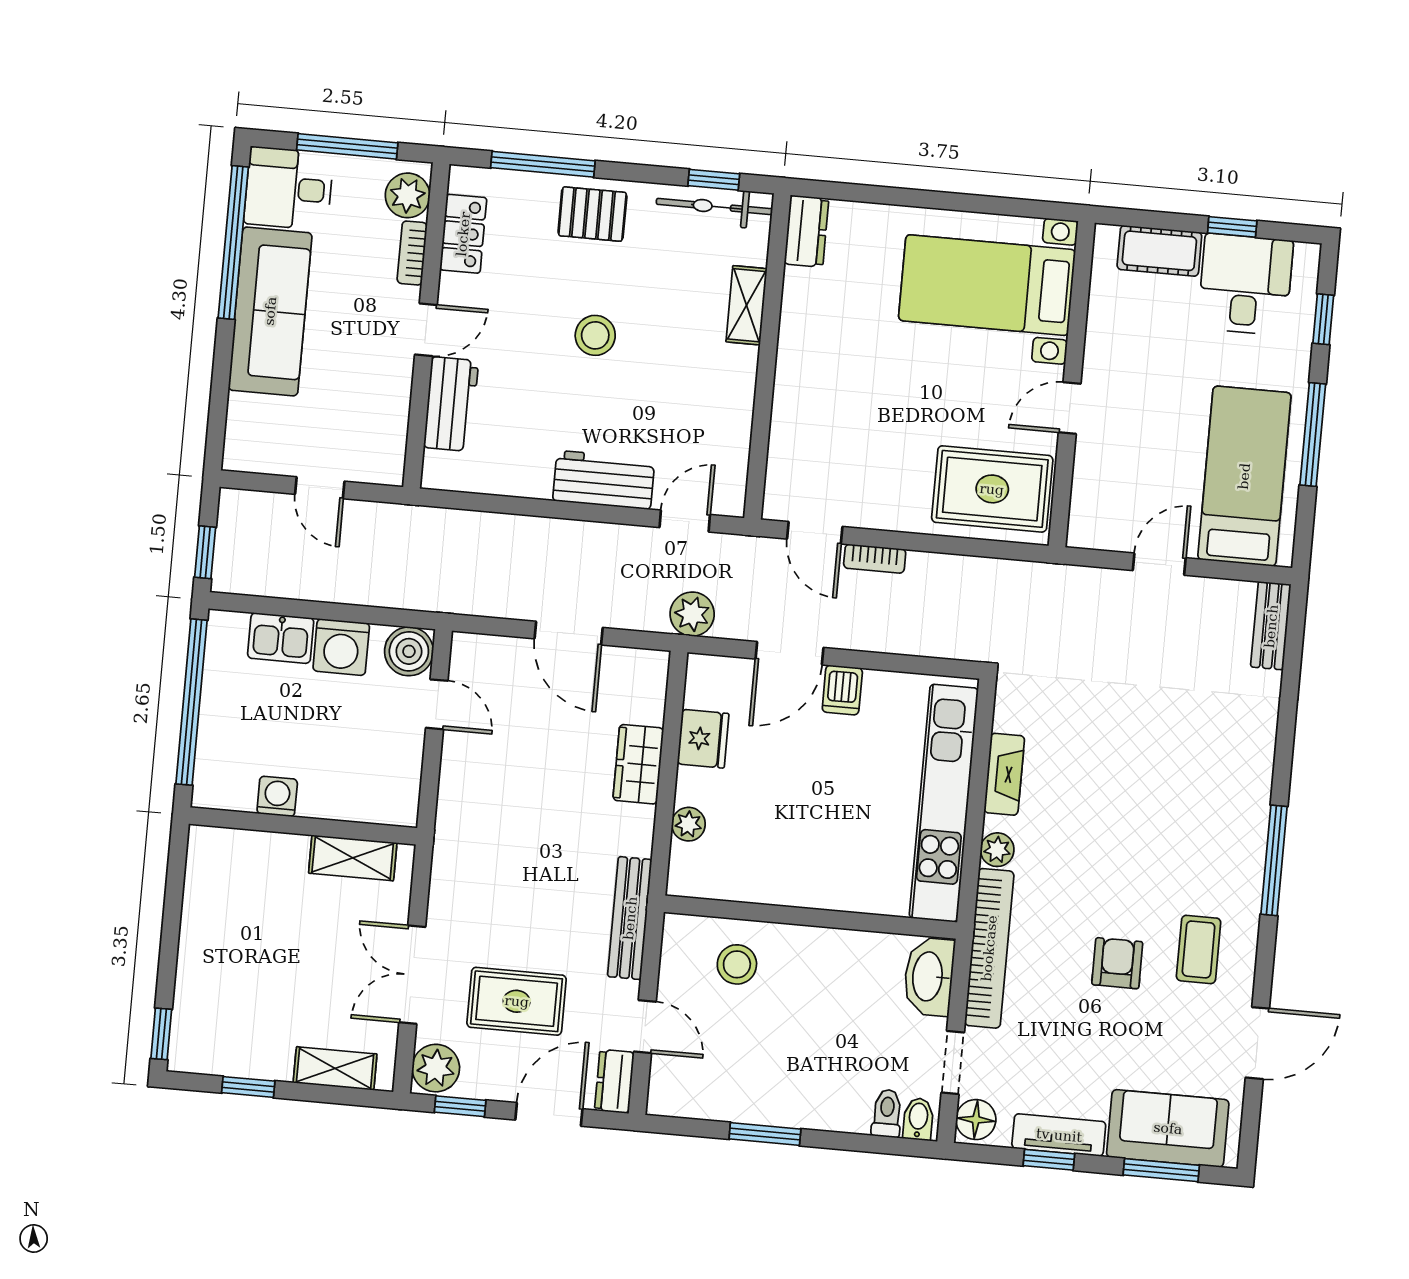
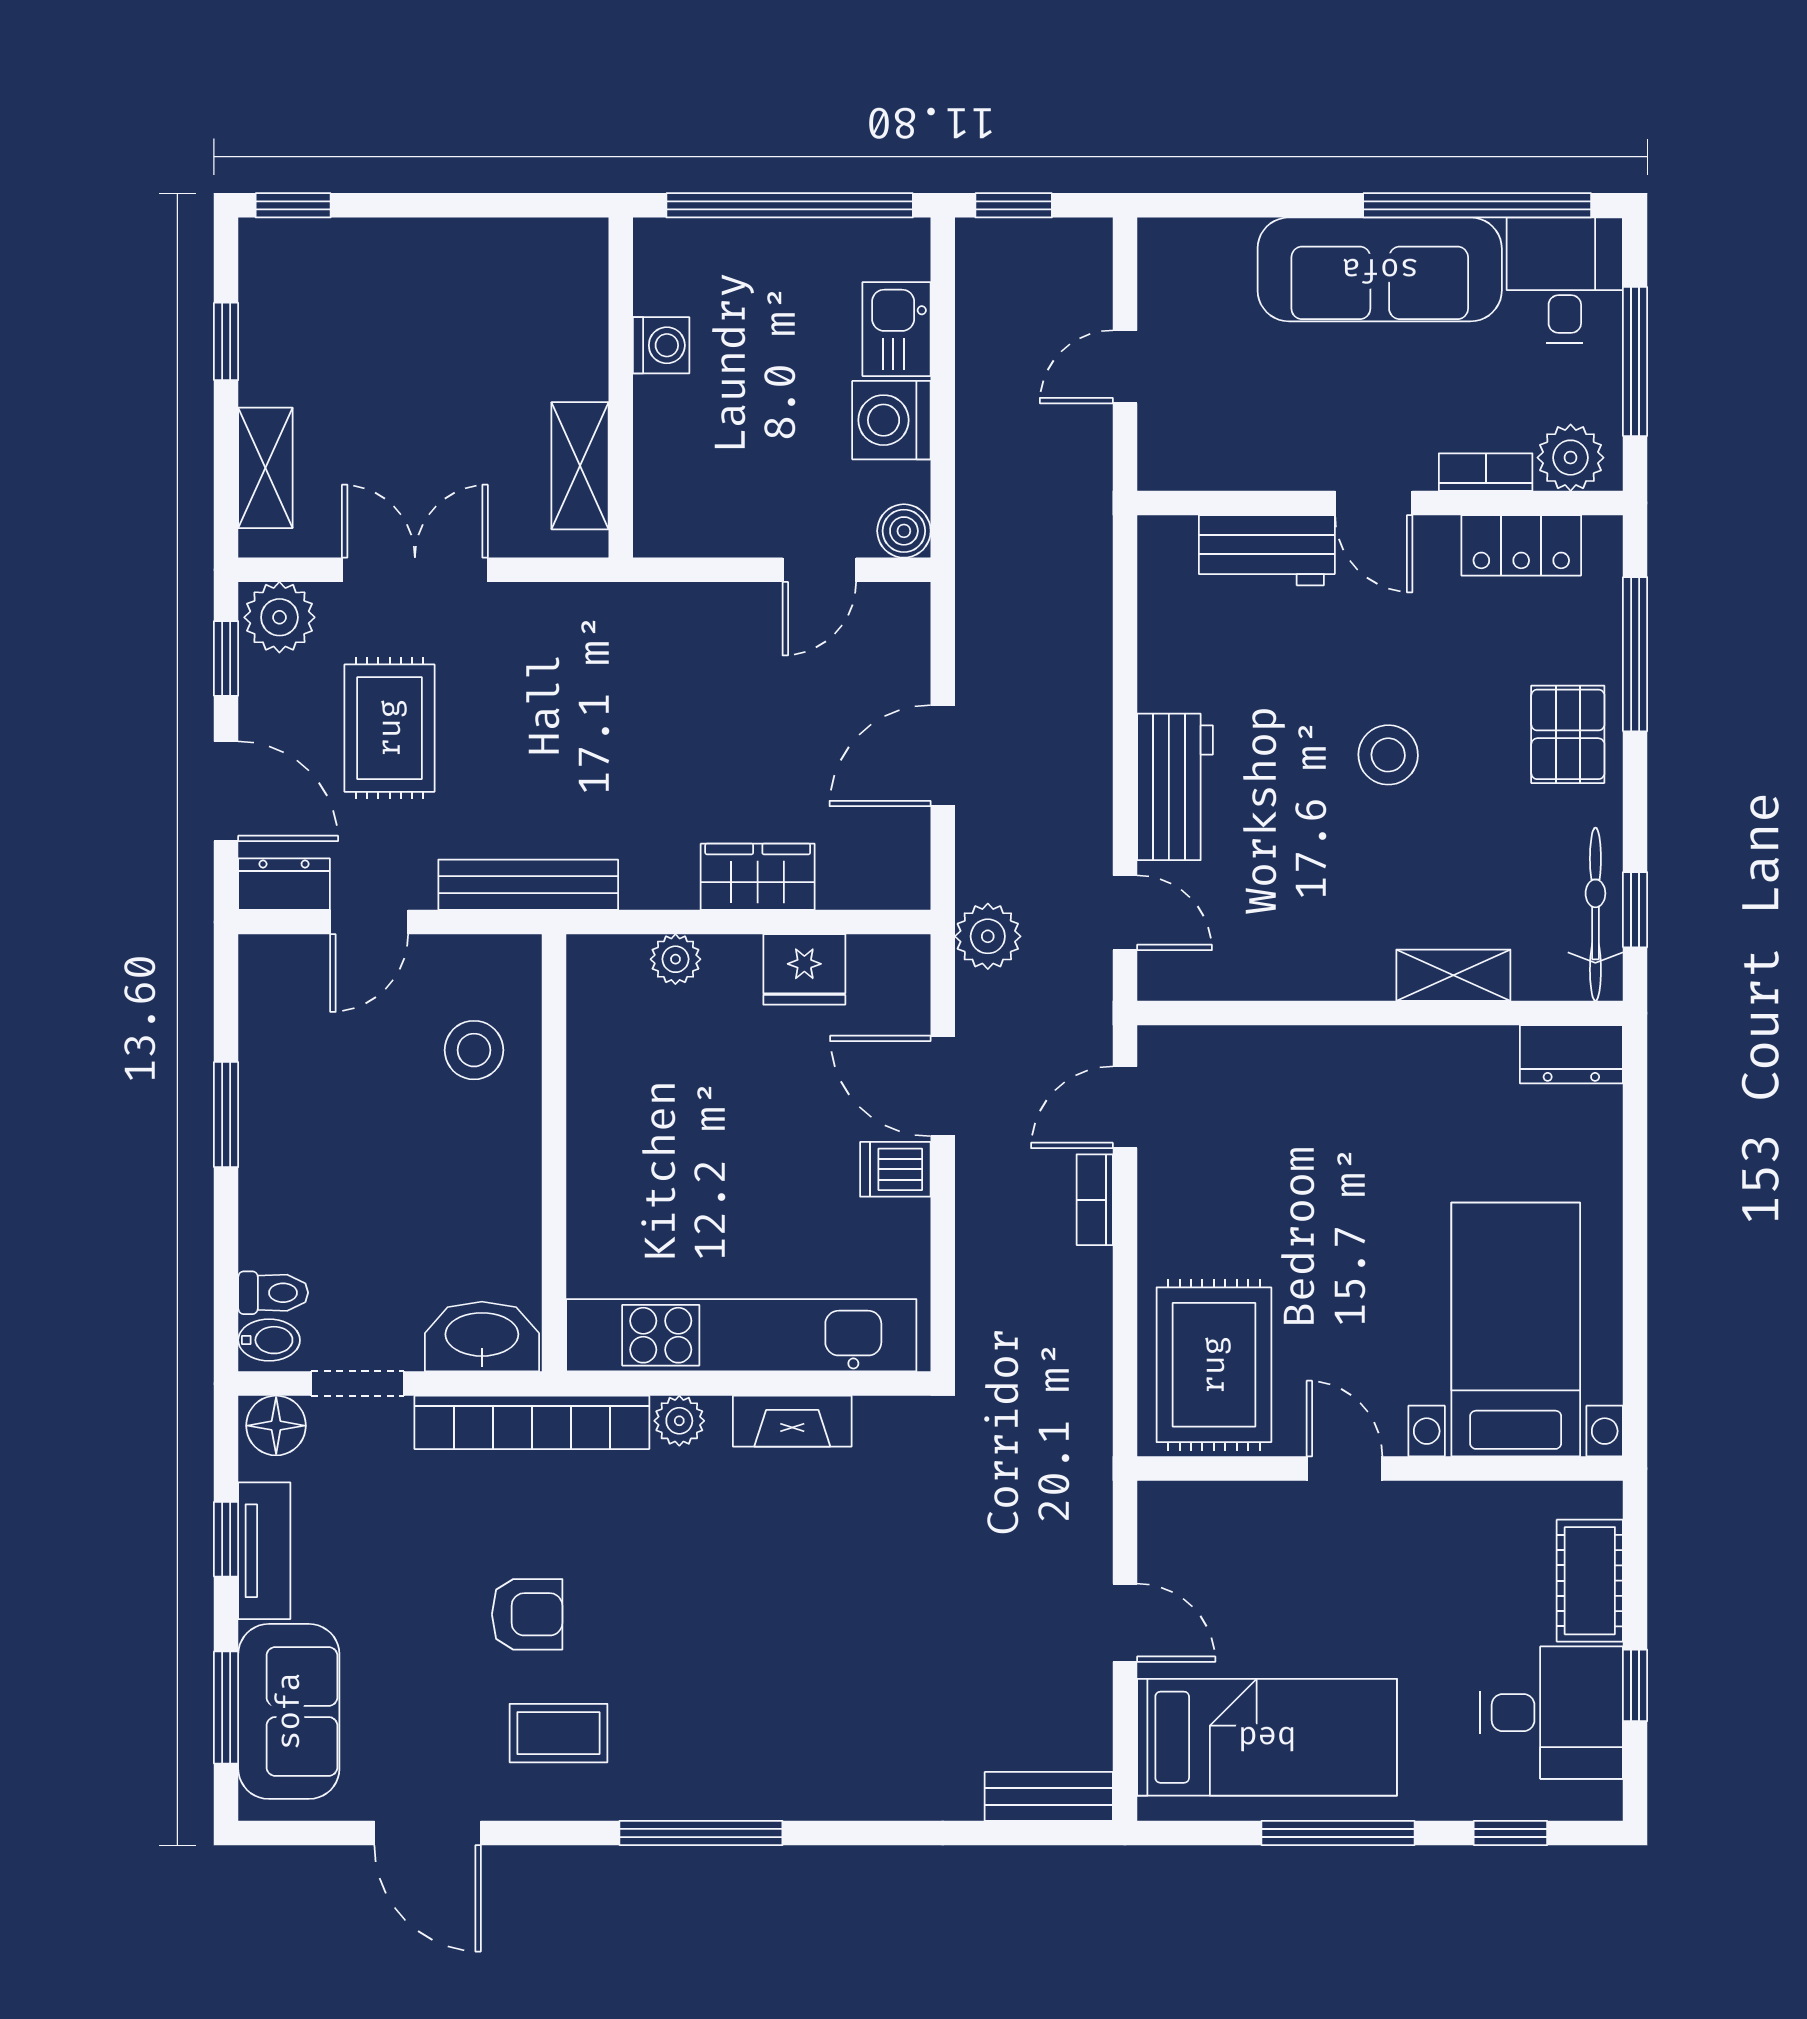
boiler: (409, 651) -> (904, 531), width x0.73, depth x0.73

